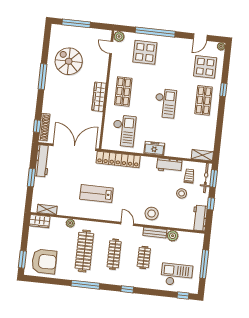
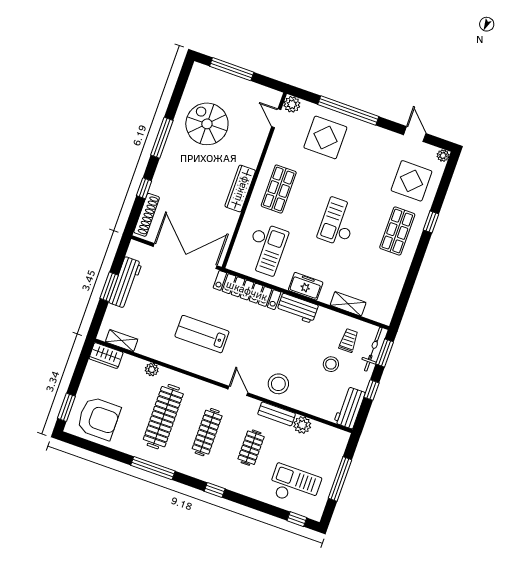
door: (200, 37) -> (415, 134), swing flipped
checkout: (165, 103) -> (338, 222), turned 180
window: (37, 126) -> (144, 188), moved
shelving: (202, 155) -> (348, 304), moved
workbench: (42, 161) -> (126, 283), moved
workbench: (169, 165) -> (298, 308), moved

